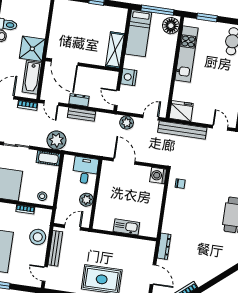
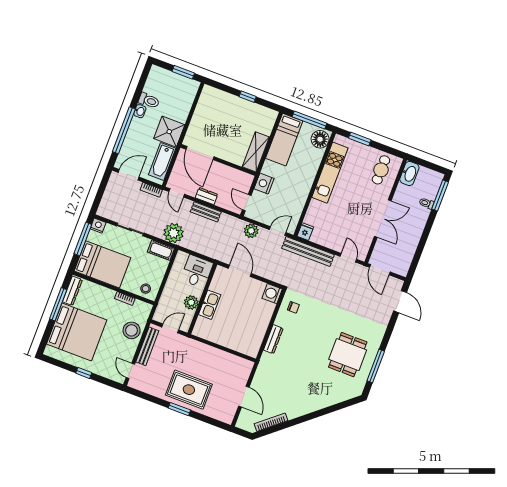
fridge: (181, 111) -> (305, 232), width x0.53, depth x0.75
kitchen sink: (126, 227) -> (210, 305), moved, turned 90
dresser: (164, 246) -> (273, 339), moved

